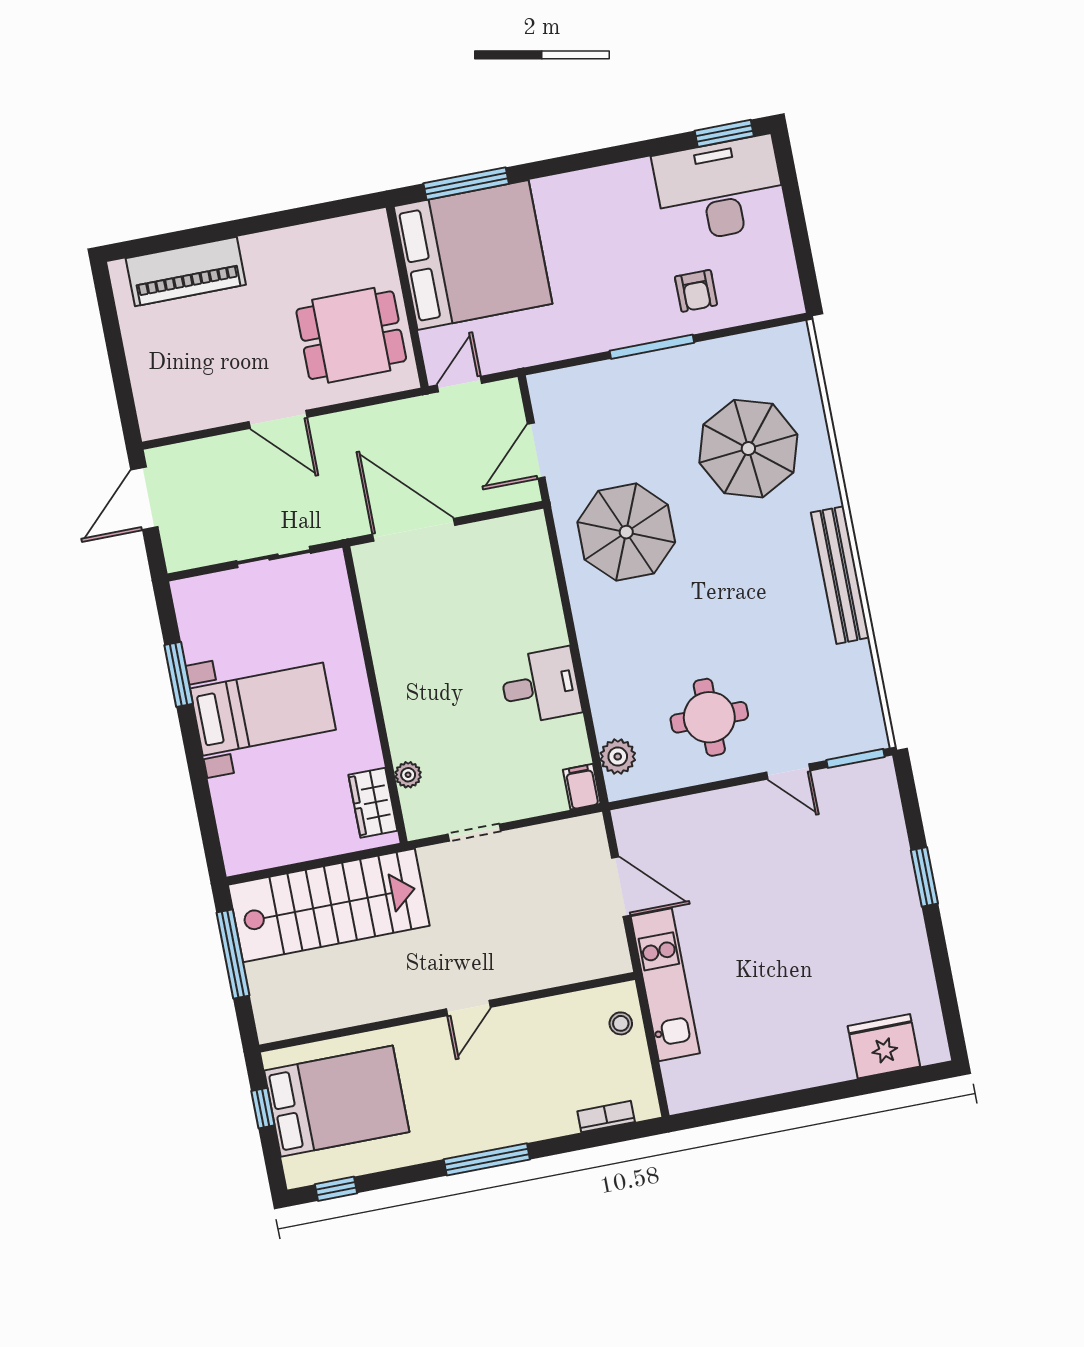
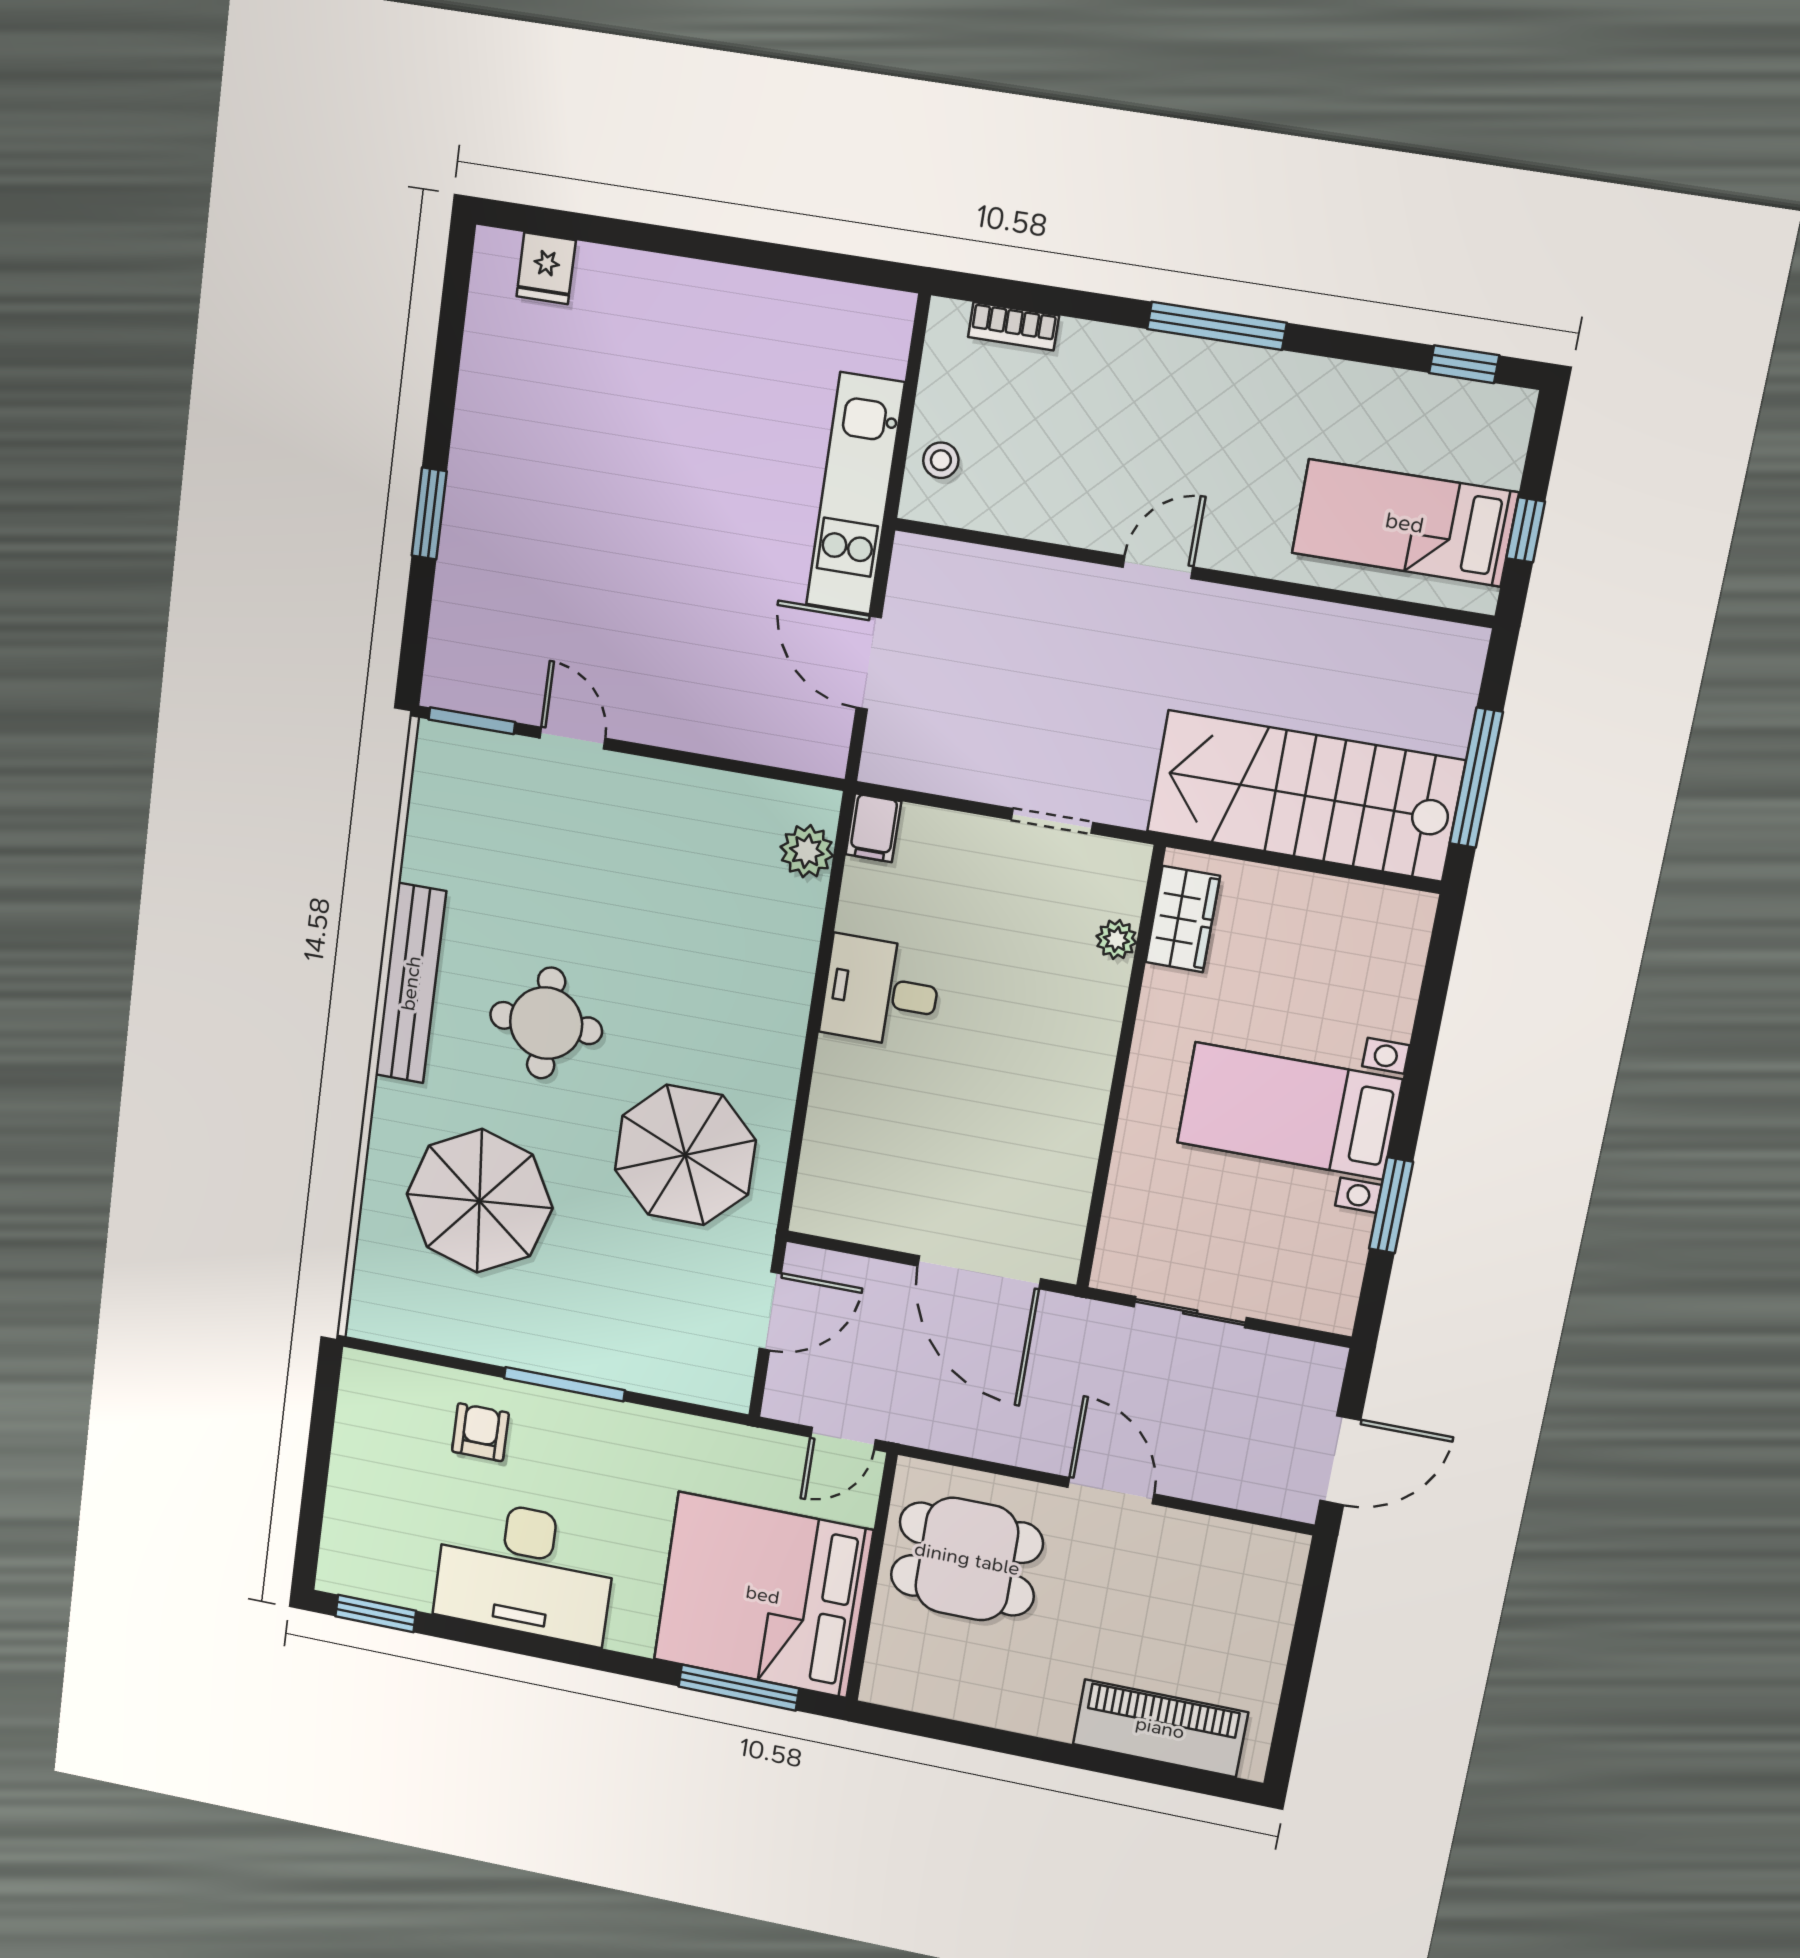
desk: (720, 190) -> (525, 1571), moved
round table: (709, 717) -> (546, 1023), moved
fridge: (884, 1046) -> (546, 268), width x0.53, depth x0.75
bed: (337, 1101) -> (1405, 523), width x0.67

